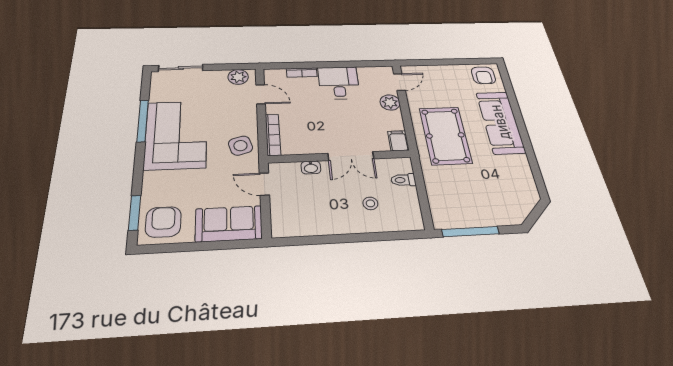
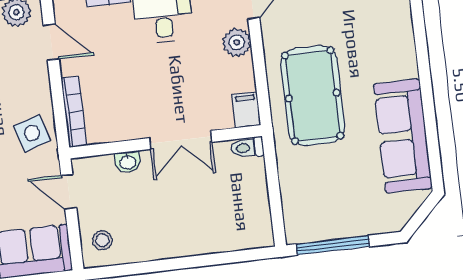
sofa: (500, 122) -> (403, 136), moved
toilet: (403, 180) -> (247, 147), moved
stool: (370, 203) -> (102, 240), moved

